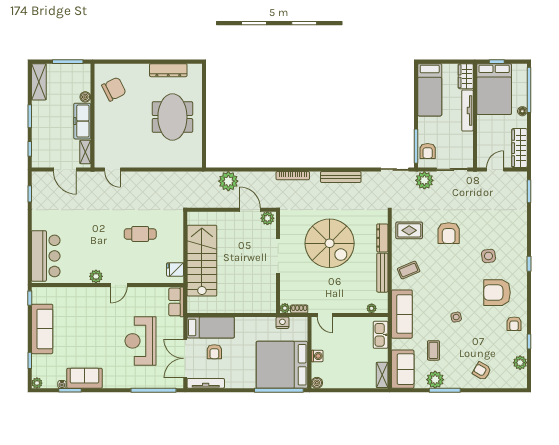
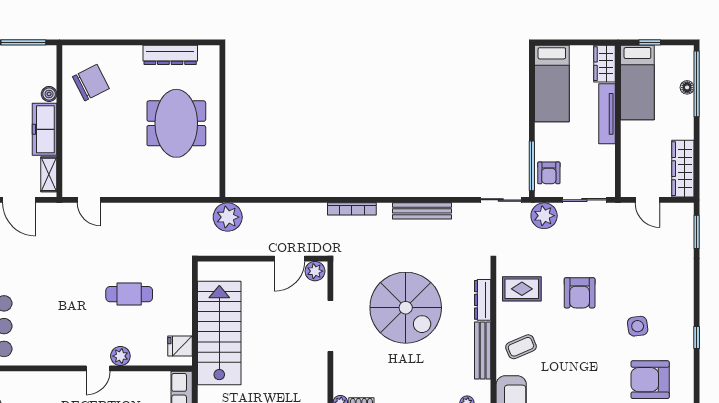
bed: (494, 89) -> (637, 83), width x0.67
floor lamp: (522, 111) -> (687, 87), moved
door: (495, 169) -> (647, 200), swing flipped
plant: (228, 181) -> (228, 217), moved
door: (250, 210) -> (290, 259), swing flipped
plant: (96, 276) -> (120, 356), moved

